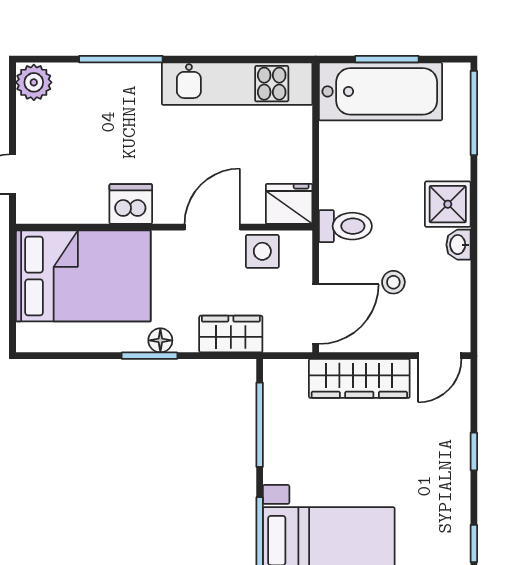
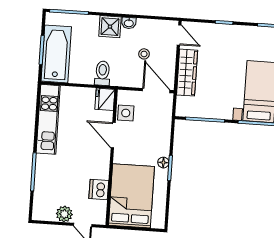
plant: (34, 82) -> (64, 214), moved
dishwasher: (131, 204) -> (99, 190), moved
toilet: (345, 226) -> (102, 73), moved
wardrobe: (231, 334) -> (163, 130), removed

